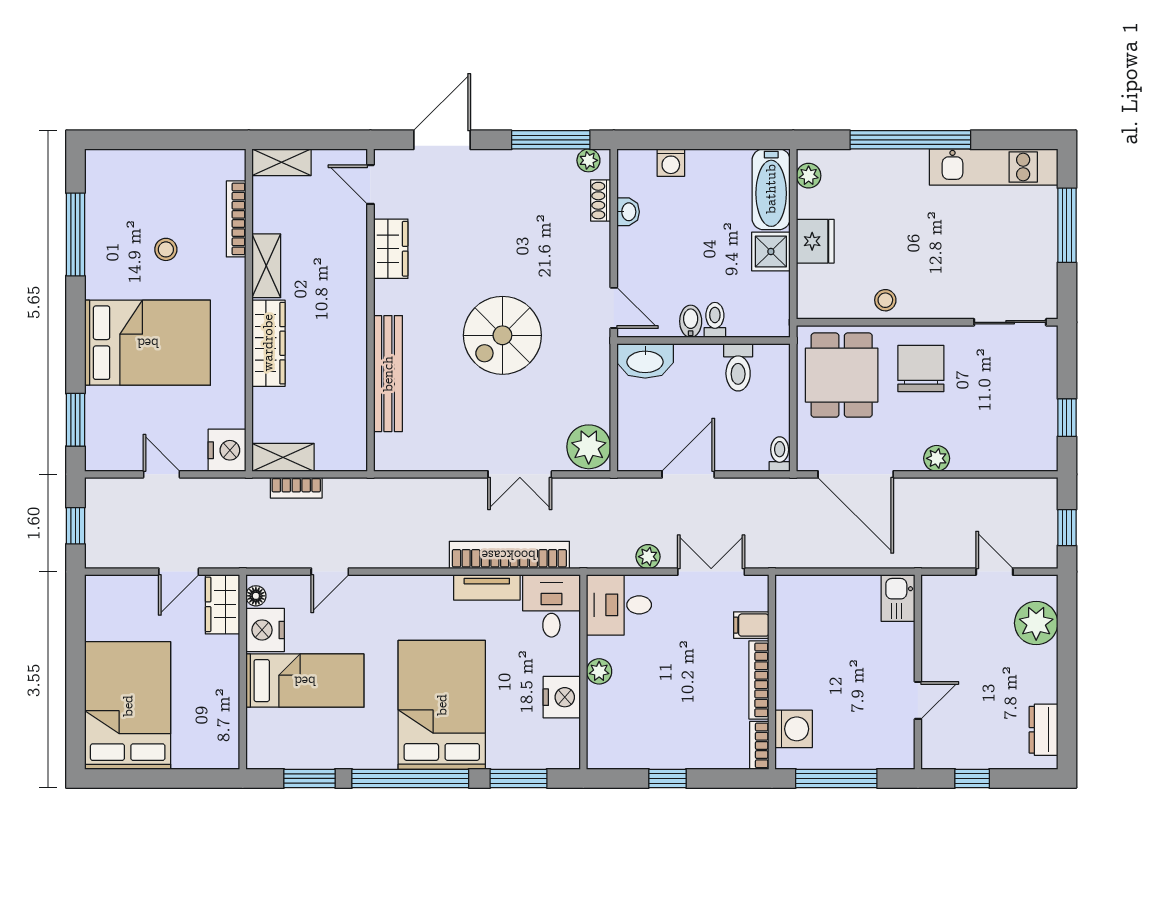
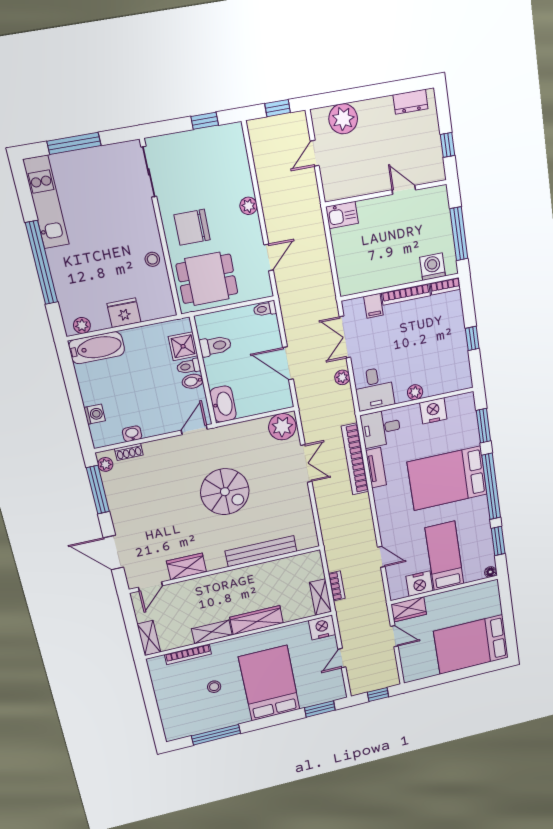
shower: (771, 252) -> (183, 346), moved
door: (856, 474) -> (269, 257), width x0.53
floor lamp: (256, 596) -> (490, 572), moved

